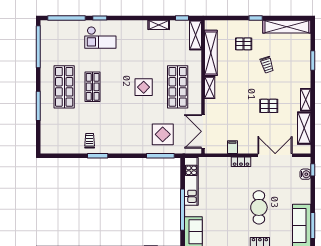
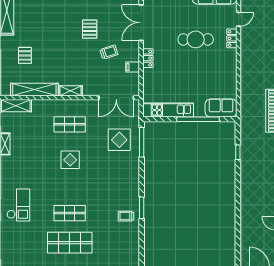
trolley: (267, 65) -> (109, 52), moved
shop shelf: (178, 87) -> (70, 124), width x0.70, depth x0.74

